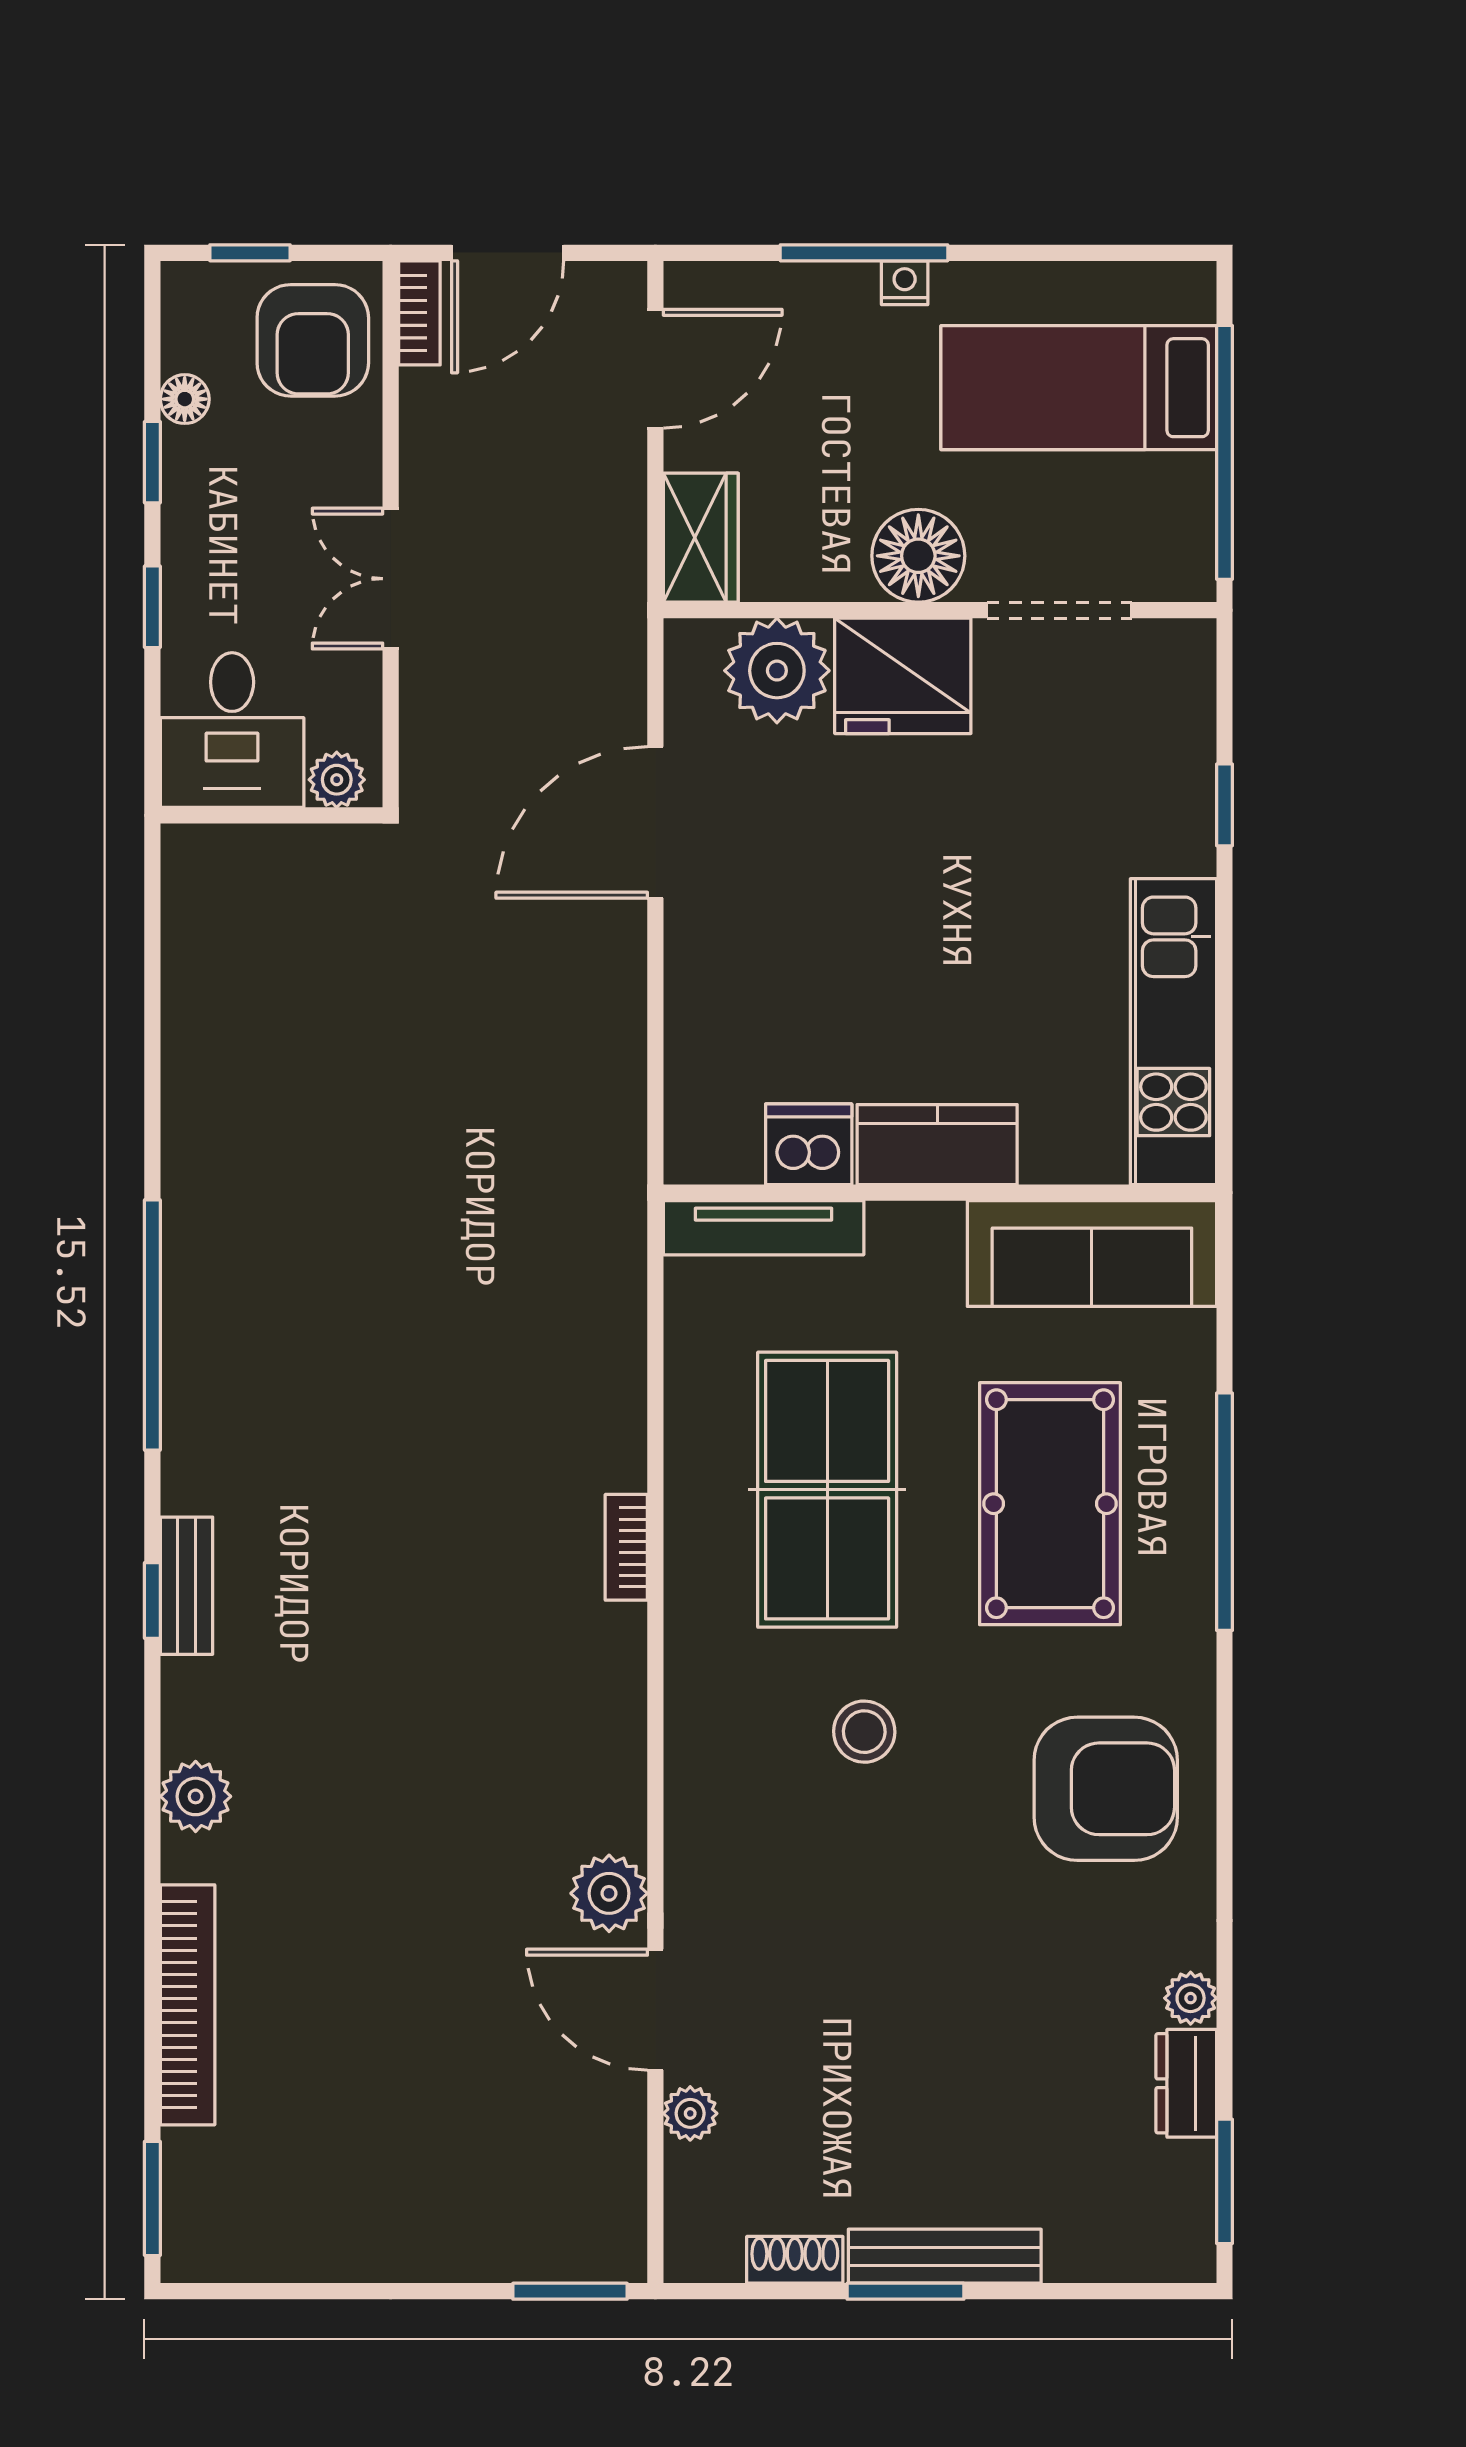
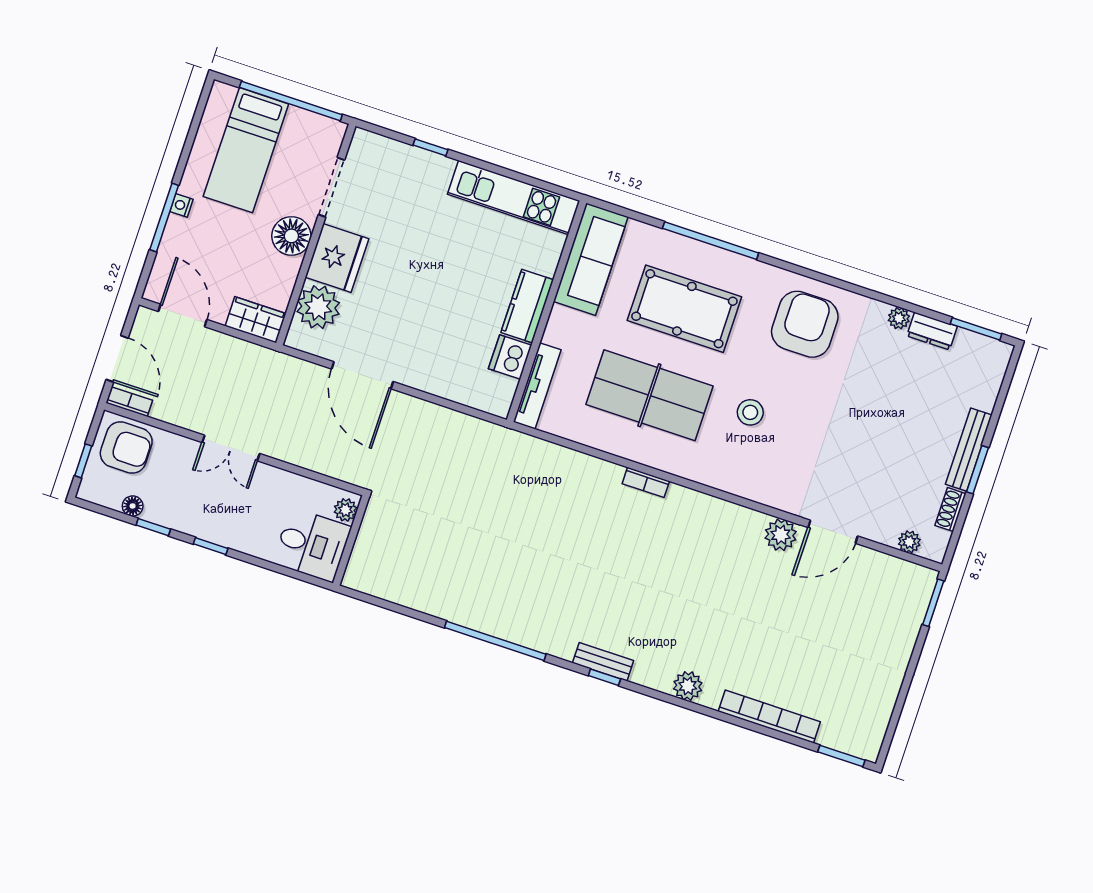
desk: (232, 730) -> (312, 545), moved
plant: (337, 780) -> (345, 510), moved
wall: (272, 815) -> (351, 540), moved
plant: (690, 2113) -> (909, 542), moved

